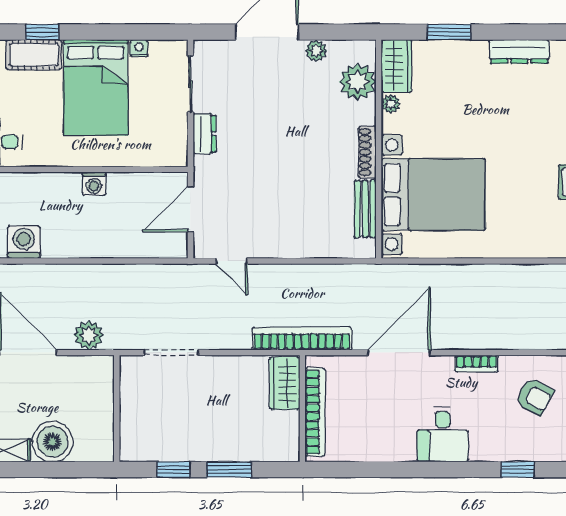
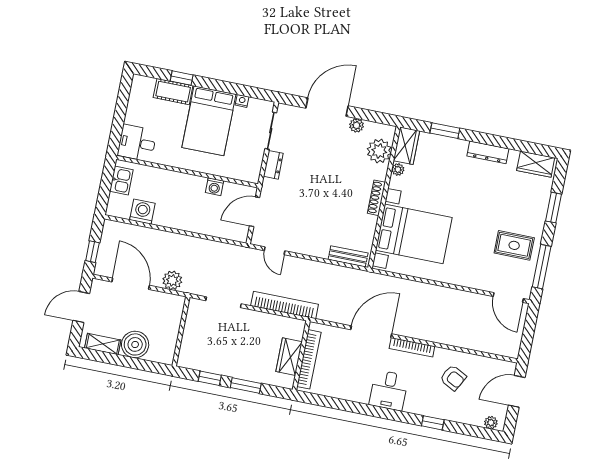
washing machine: (94, 184) -> (215, 187), moved
bench: (365, 209) -> (348, 256), moved, turned 90
bookcase: (302, 339) -> (285, 305), moved
bookcase: (476, 364) -> (412, 347), width x1.56
wardrobe: (285, 383) -> (289, 357), moved

